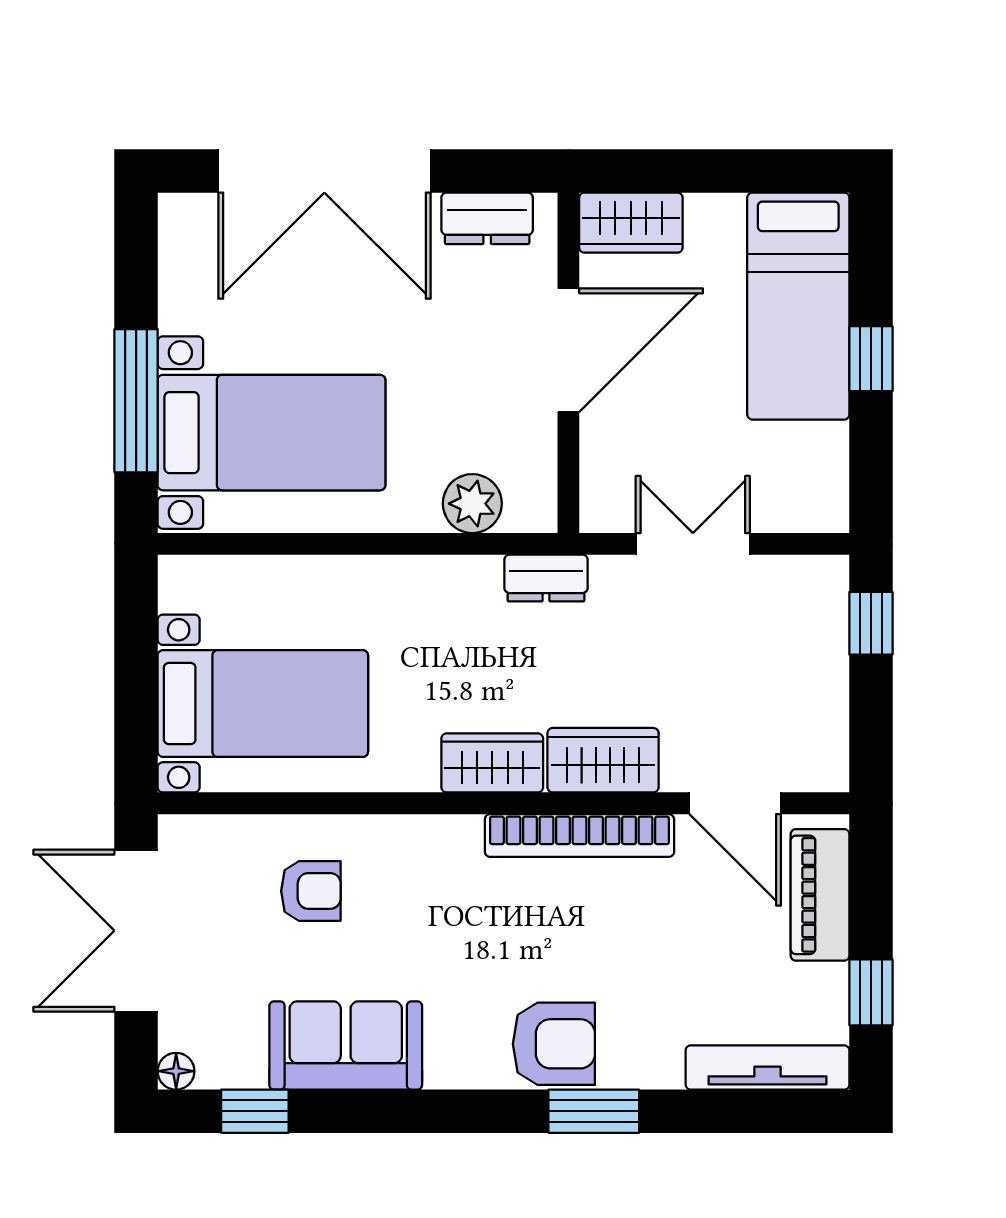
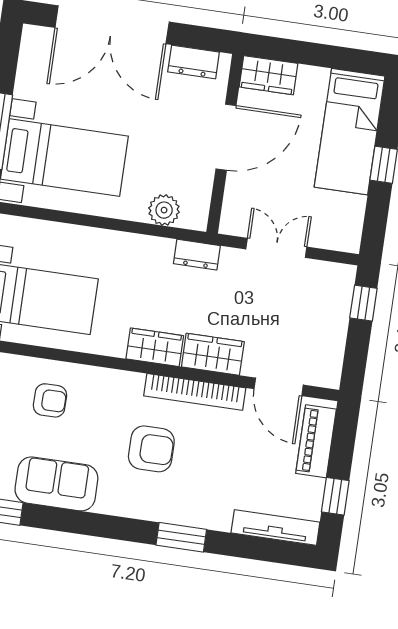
armchair: (554, 1044) -> (151, 449), moved

